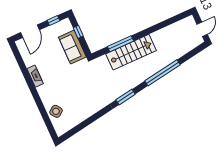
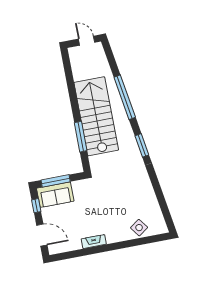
window: (78, 32) -> (56, 181), width x2.17
sofa: (72, 47) -> (55, 195), moved
stairs: (131, 52) -> (96, 116), width x1.36, depth x1.51

